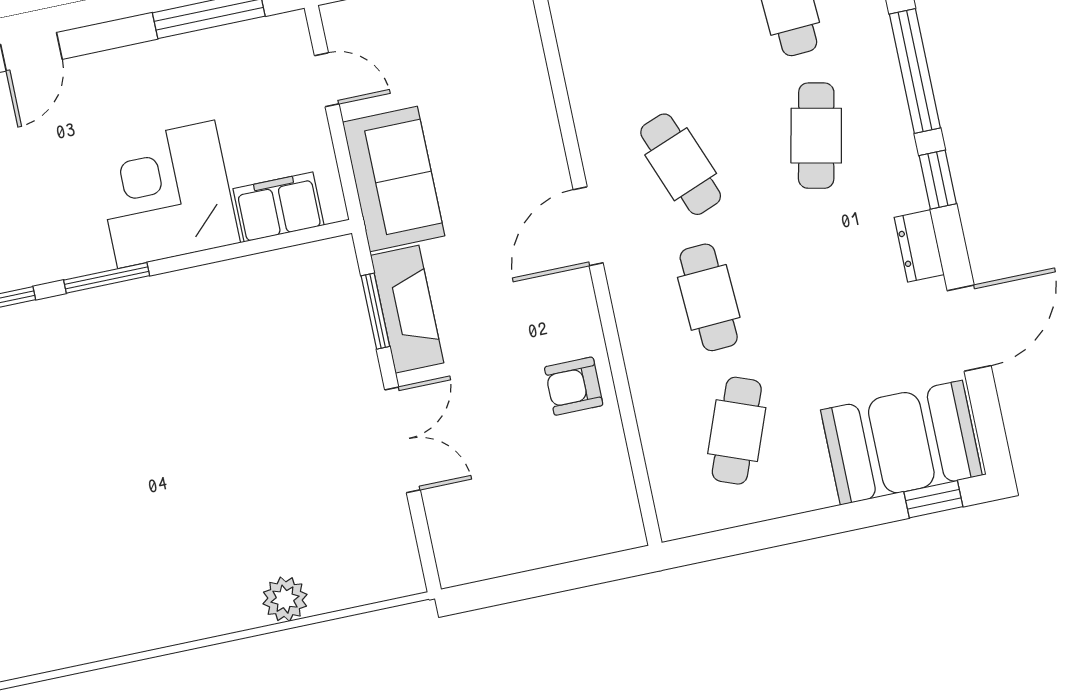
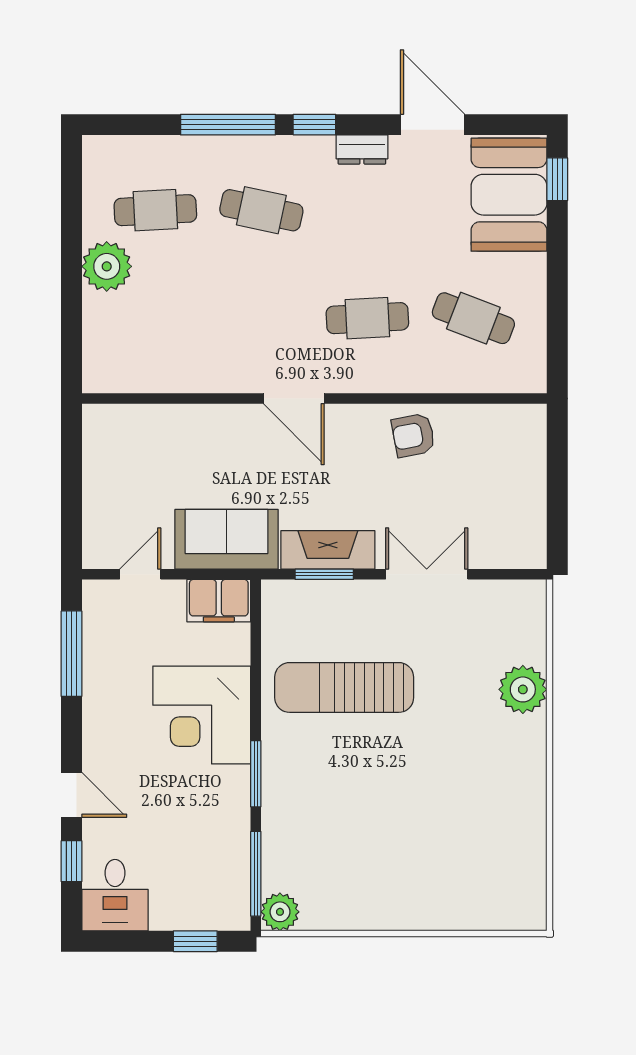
cafe table: (681, 164) -> (261, 318), removed
filing cabinet: (278, 207) -> (219, 601), moved, turned -90
sun lounger: (238, 366) -> (344, 687), added
armchair: (574, 386) -> (413, 435), turned 79
plant: (285, 599) -> (523, 689), width x1.36, depth x1.36

